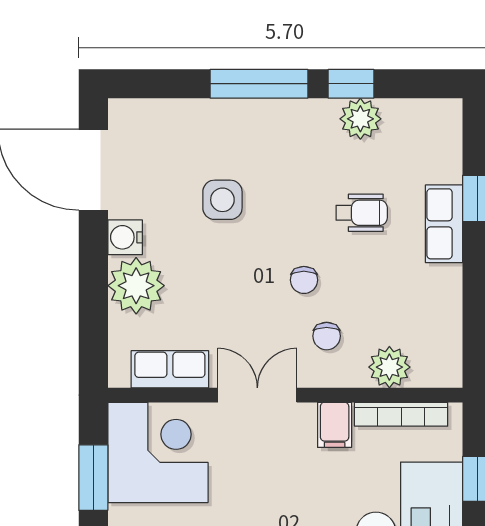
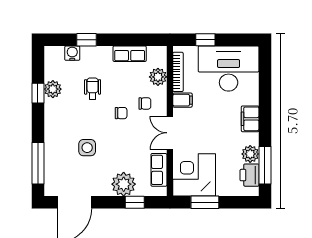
window: (259, 84) -> (38, 163), moved
row of seats: (444, 224) -> (130, 54), moved
water cooler: (125, 237) -> (72, 53), moved, turned 180
window: (93, 312) -> (135, 202), added

